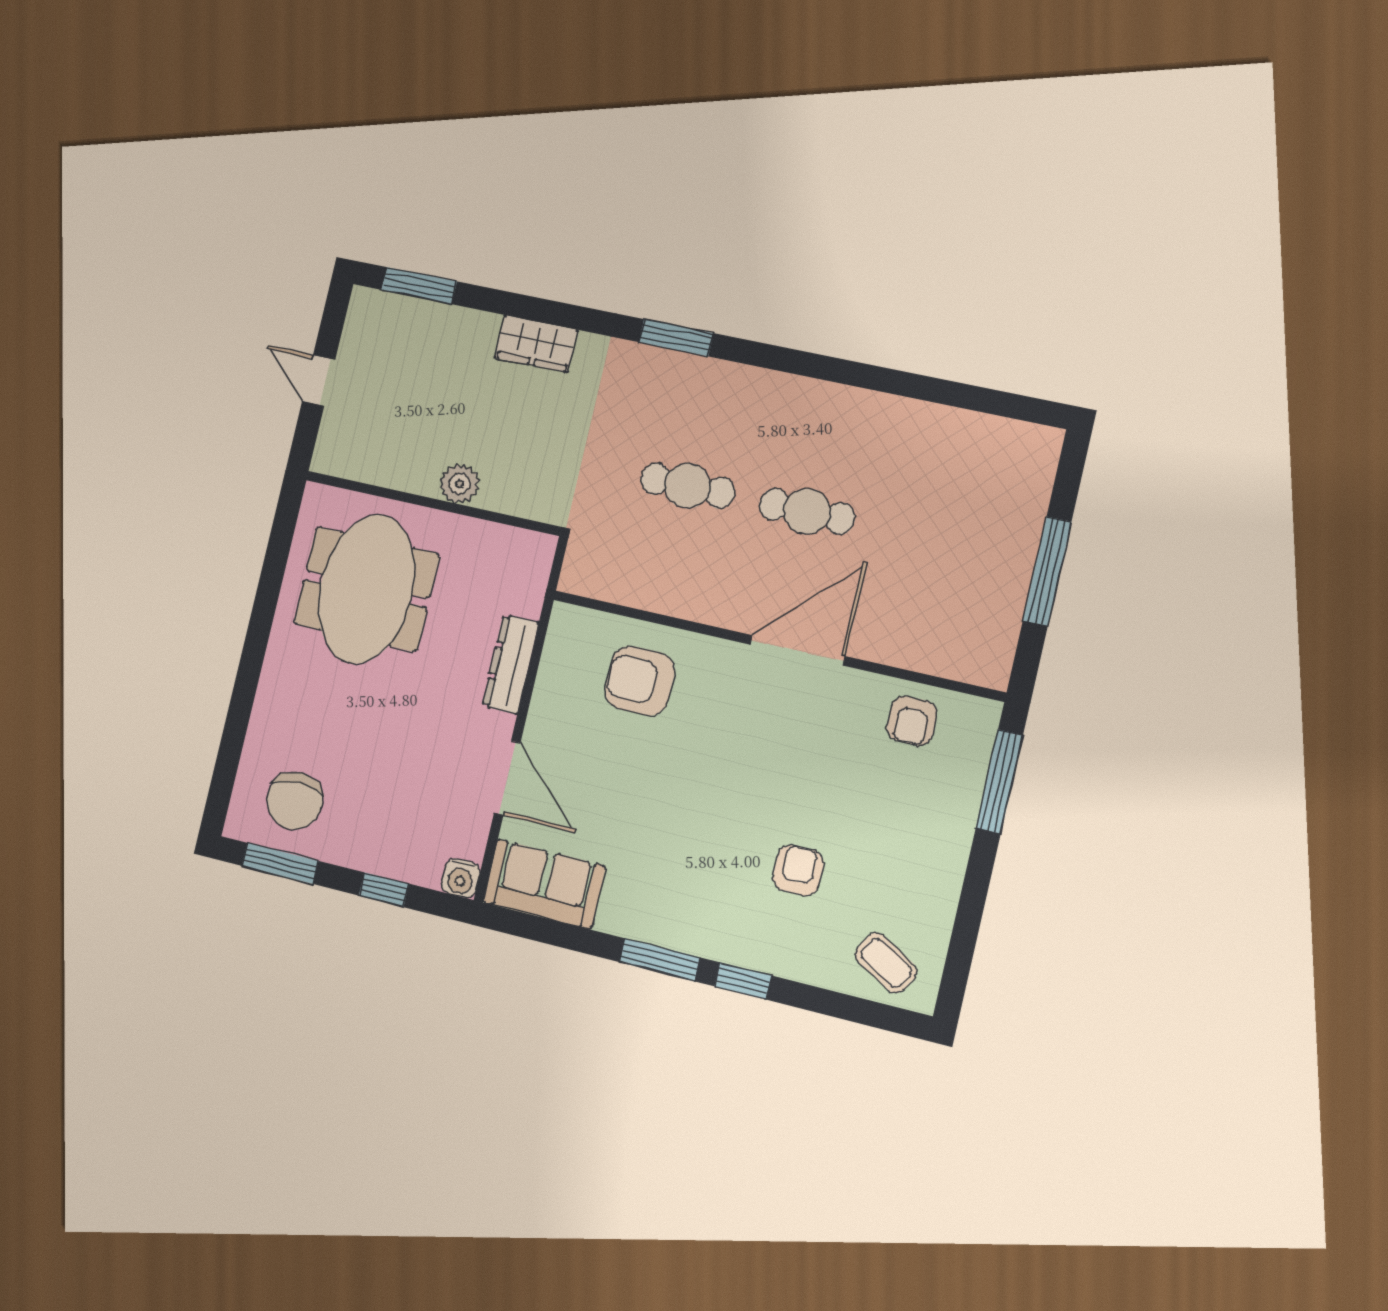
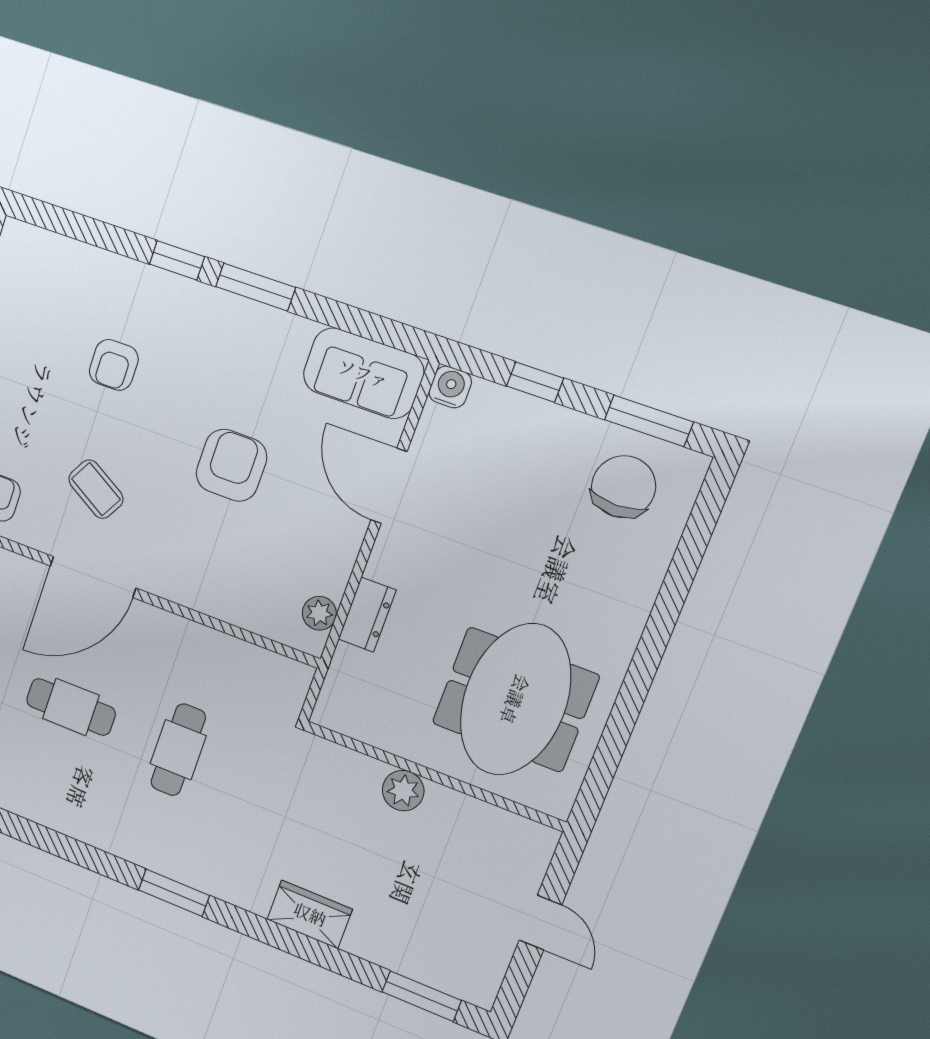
cafe table: (688, 486) -> (178, 750), turned 90
plant: (560, 645) -> (319, 613), added
dresser: (510, 664) -> (367, 615), width x0.70
armchair: (640, 681) -> (231, 465), moved, turned -90
coffee table: (886, 963) -> (96, 489), moved

